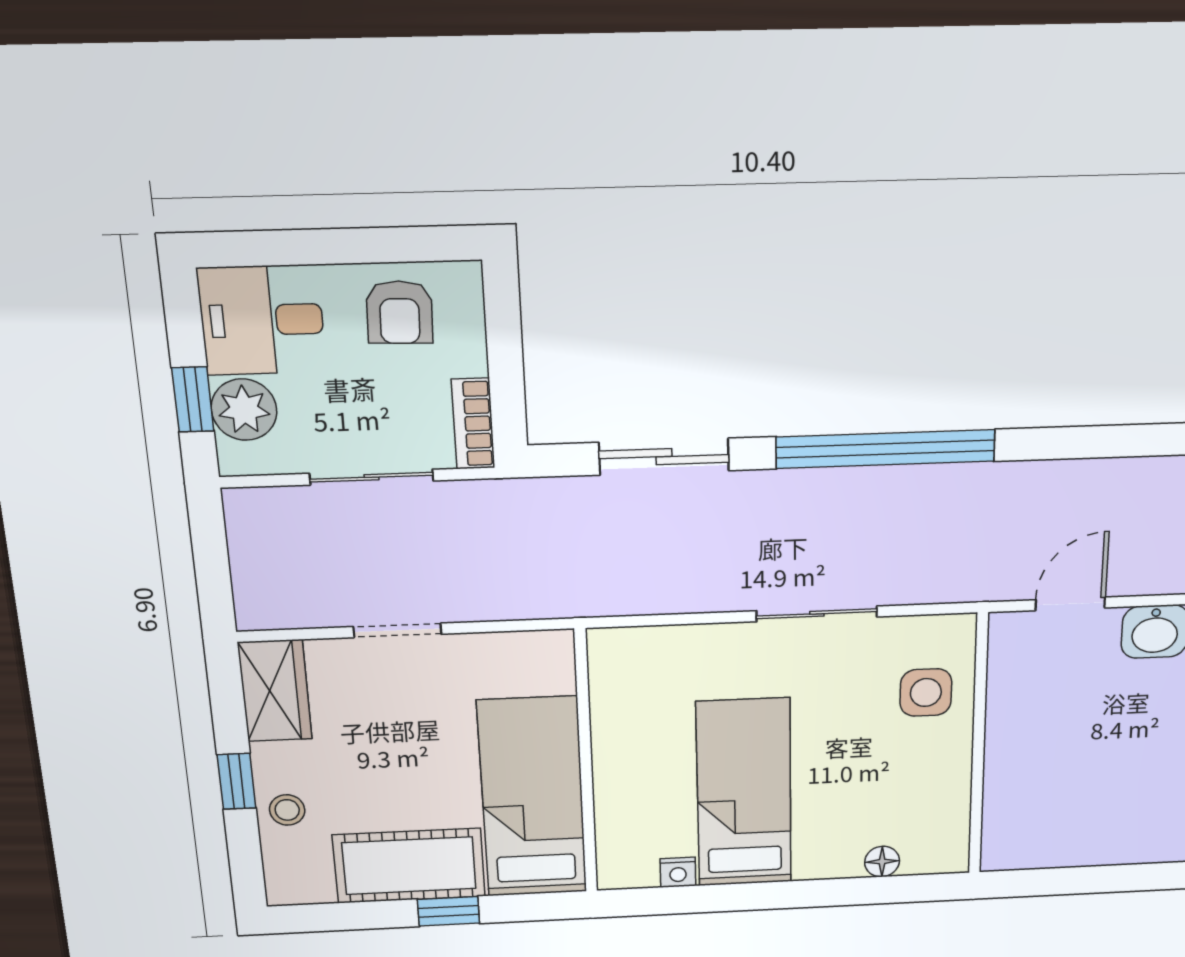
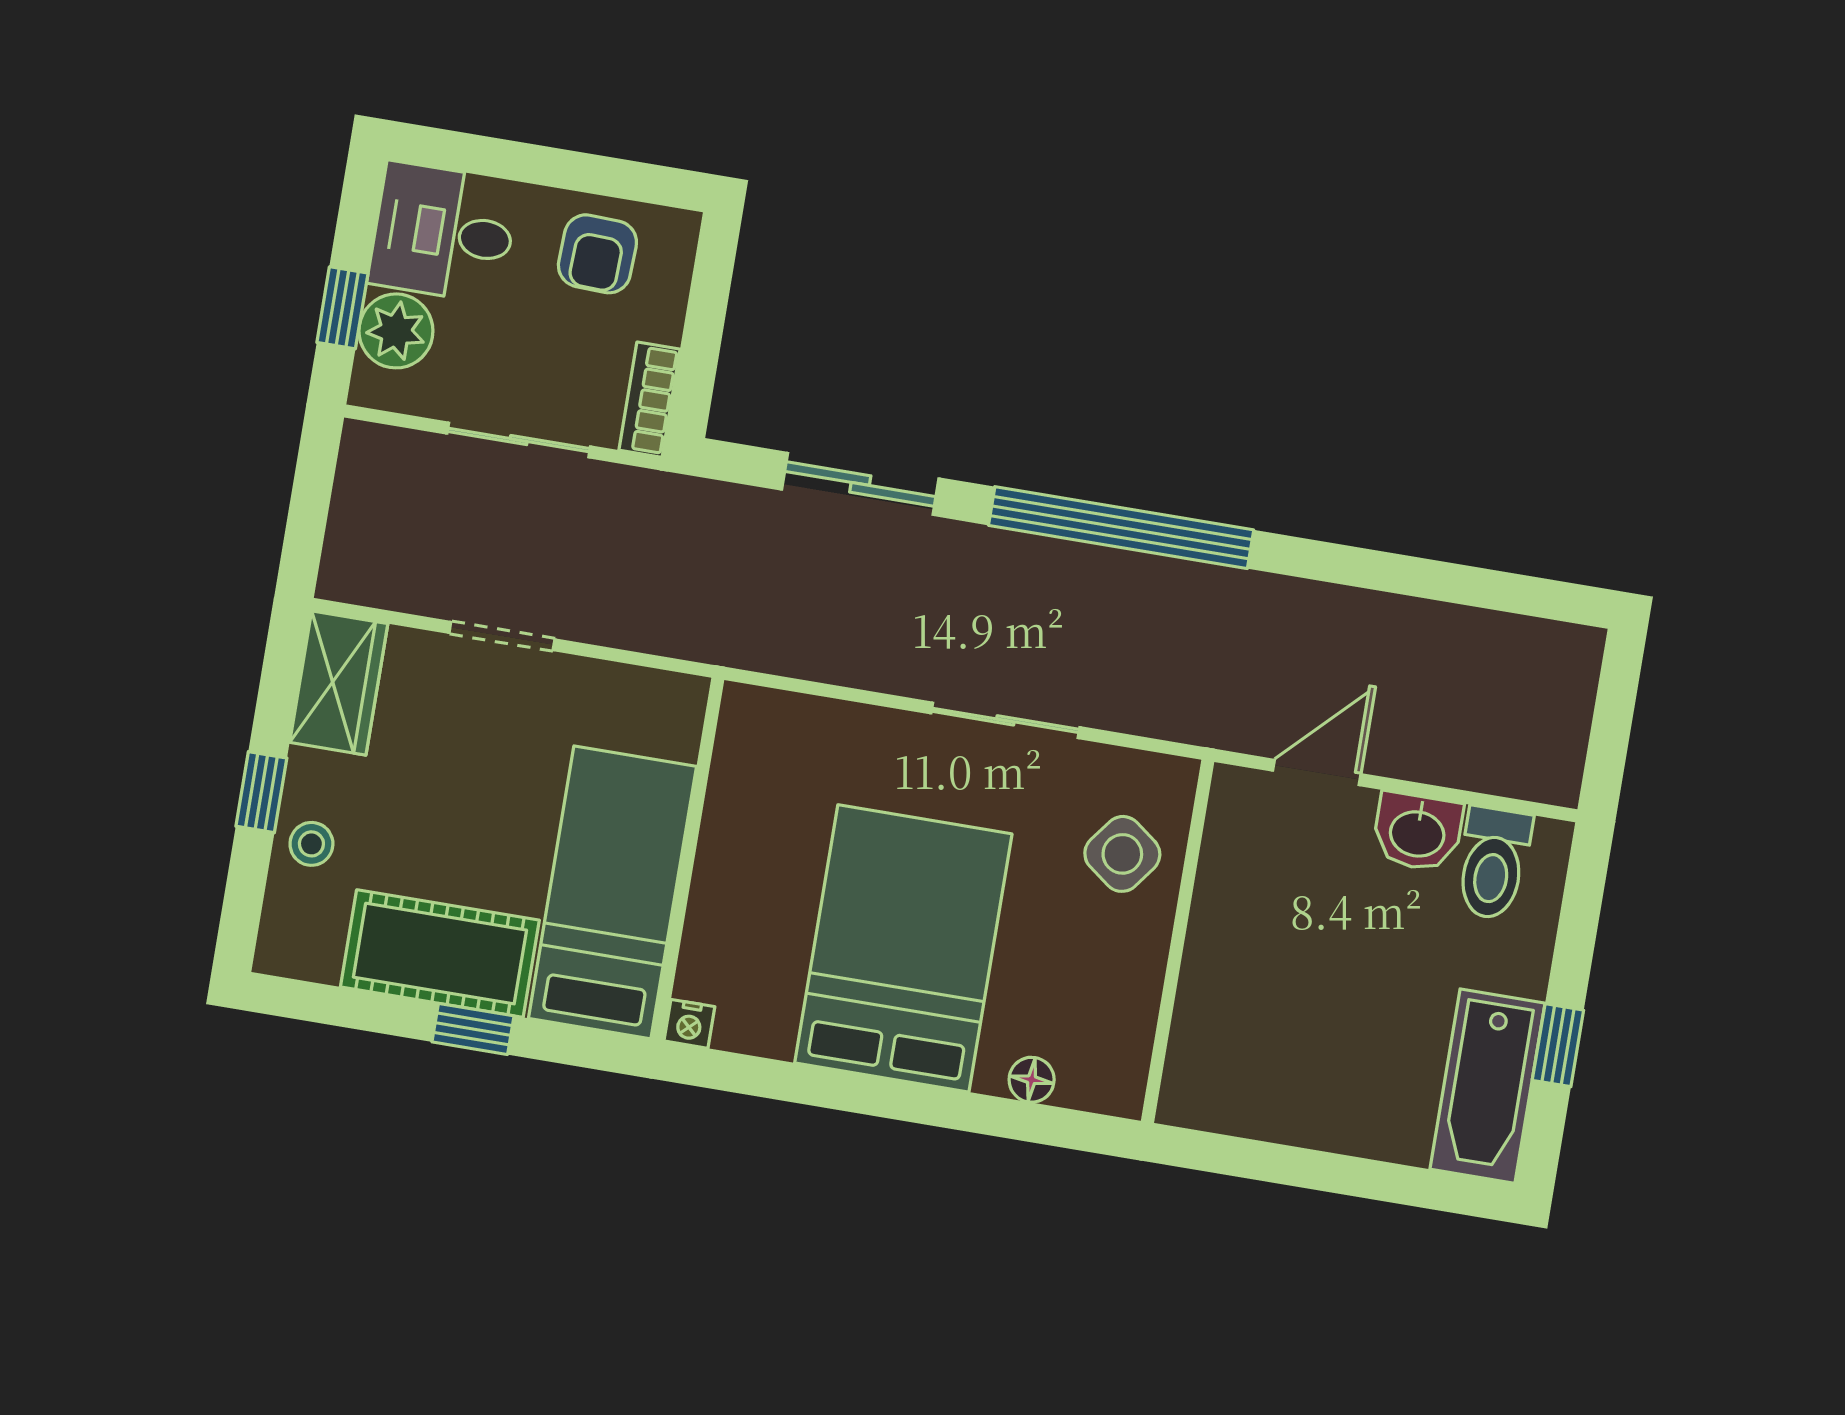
side table: (926, 693) -> (1122, 854), turned 37
bed: (744, 793) -> (903, 948), width x1.50
nightstand: (678, 872) -> (689, 1024), moved

